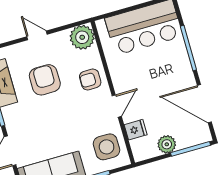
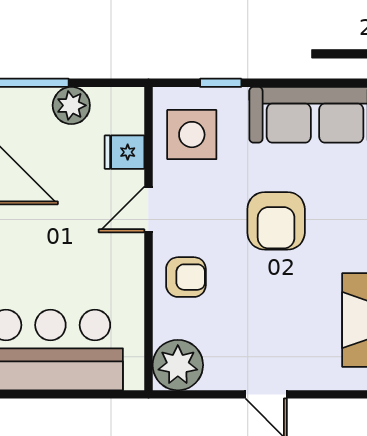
armchair: (45, 80) -> (276, 221), moved

